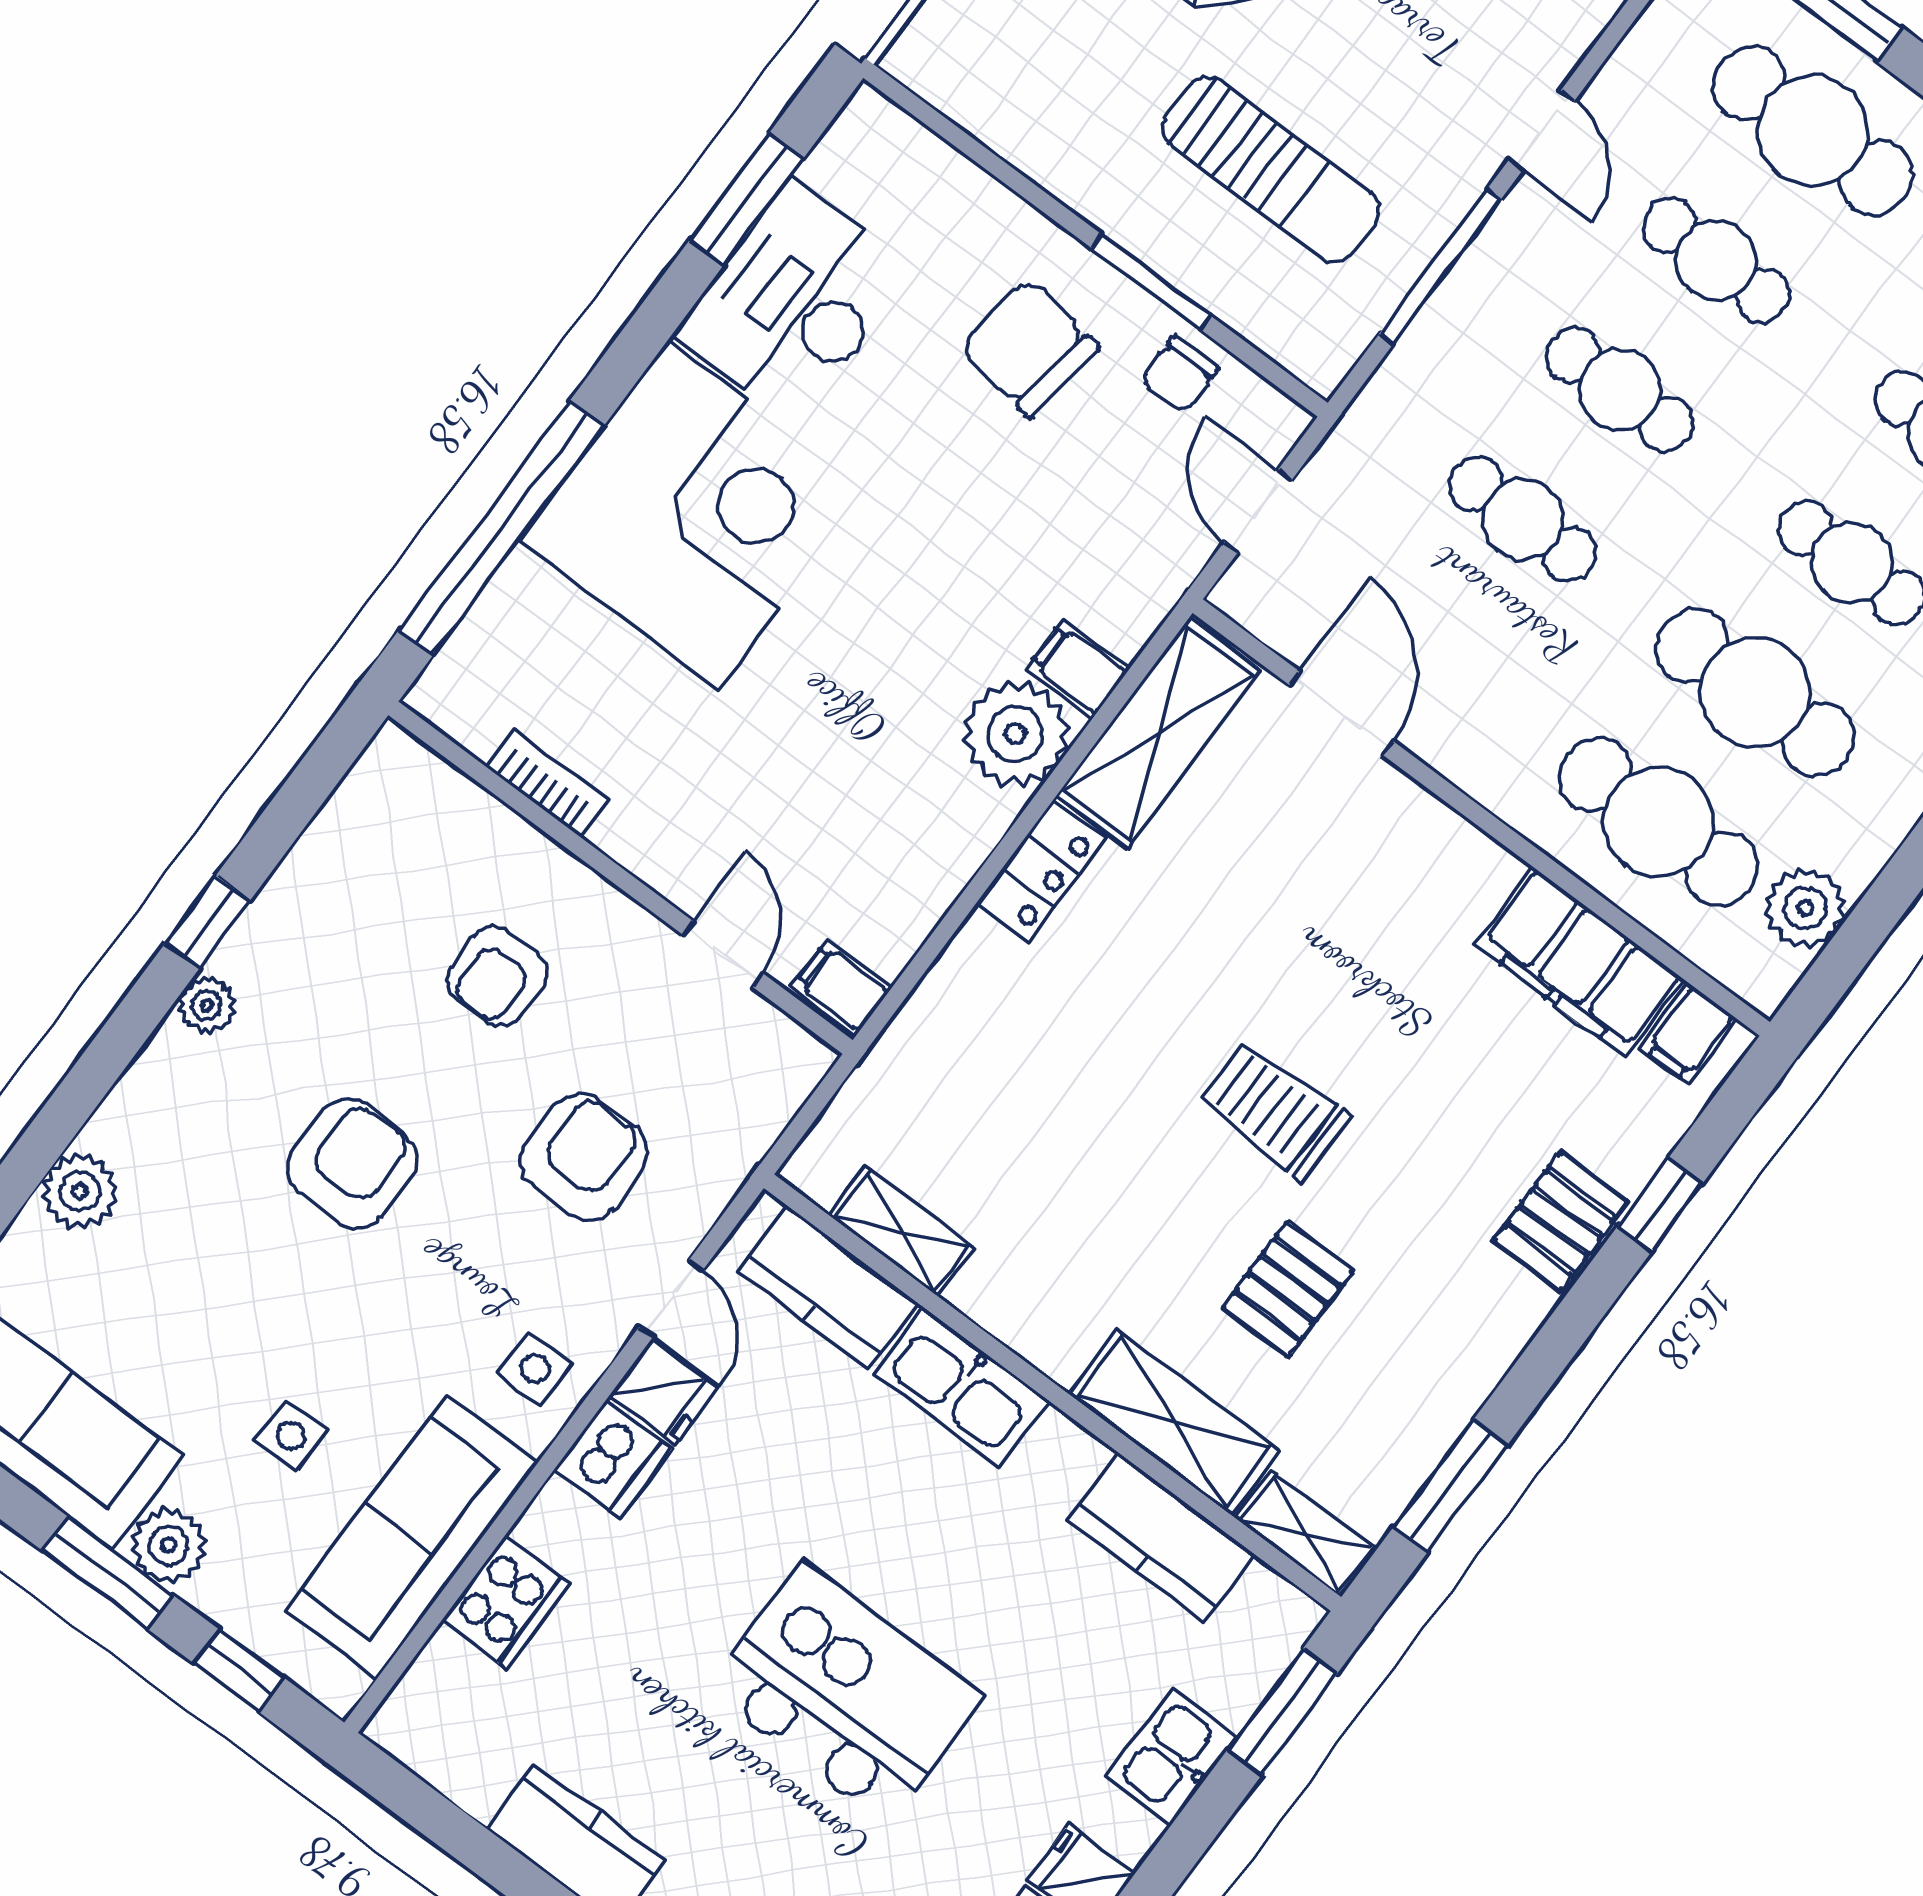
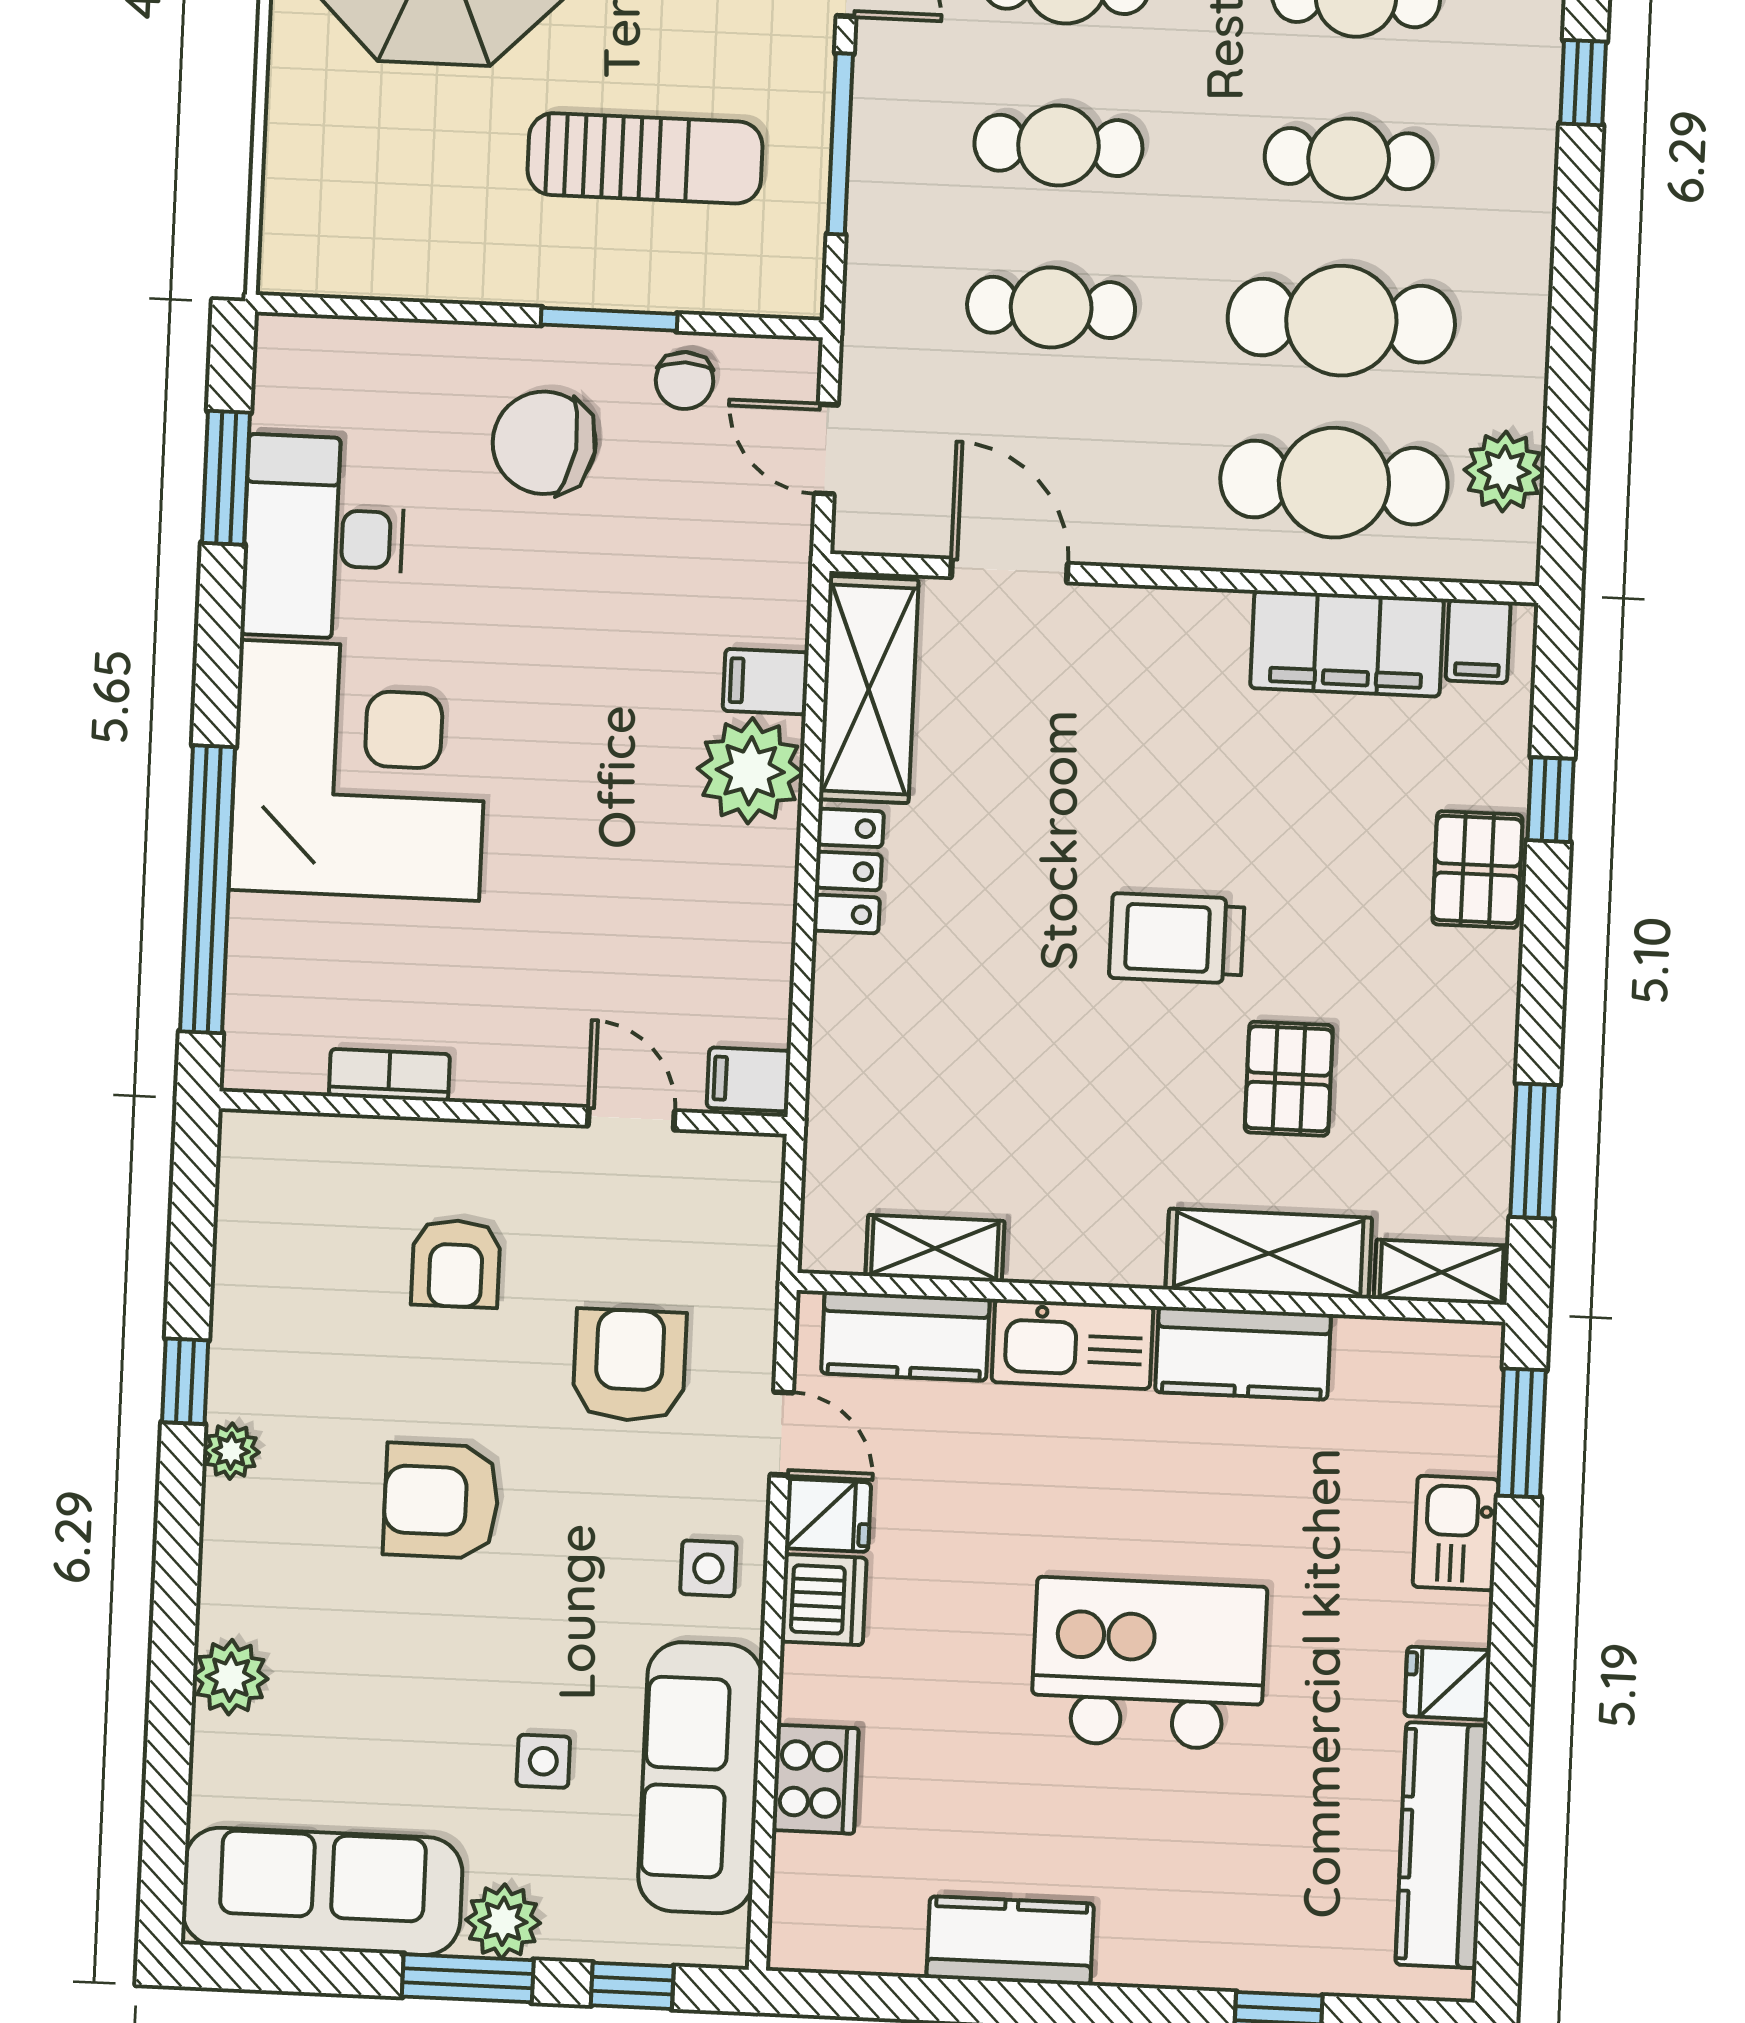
armchair: (352, 1164) -> (441, 1501), turned -90
kitchen counter: (1161, 1538) -> (1243, 1353), moved

